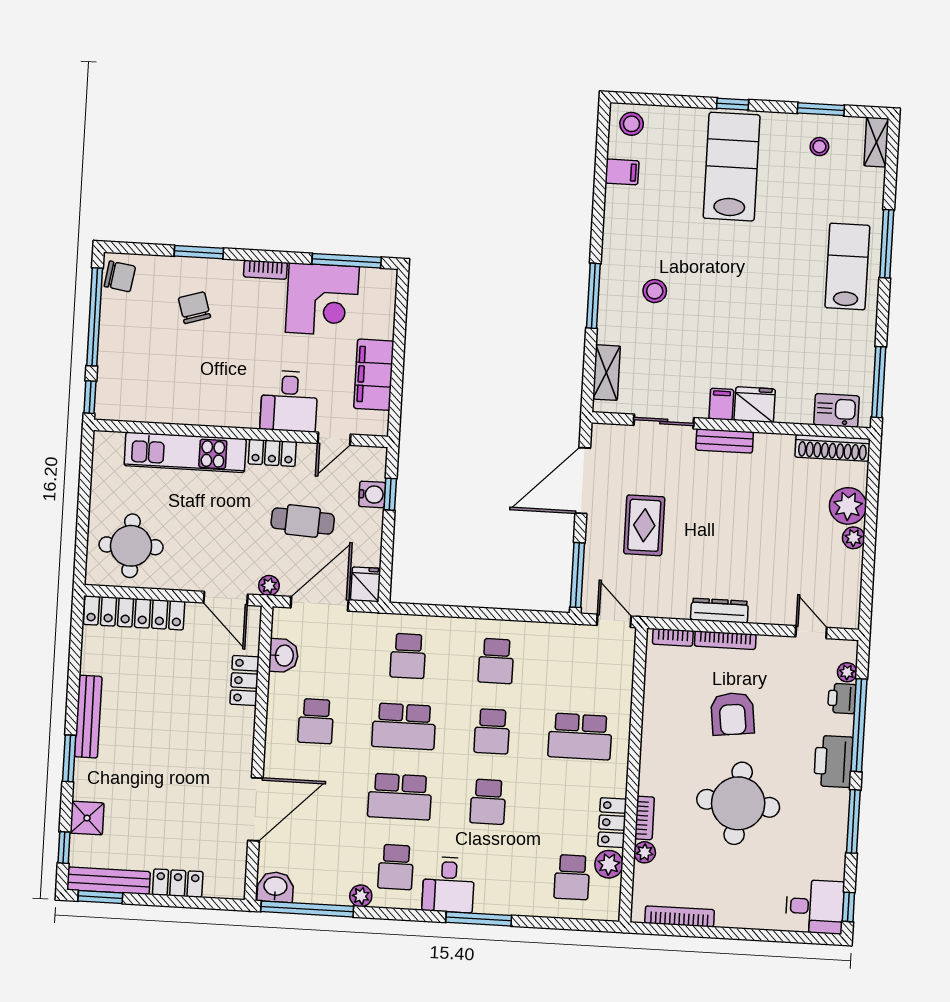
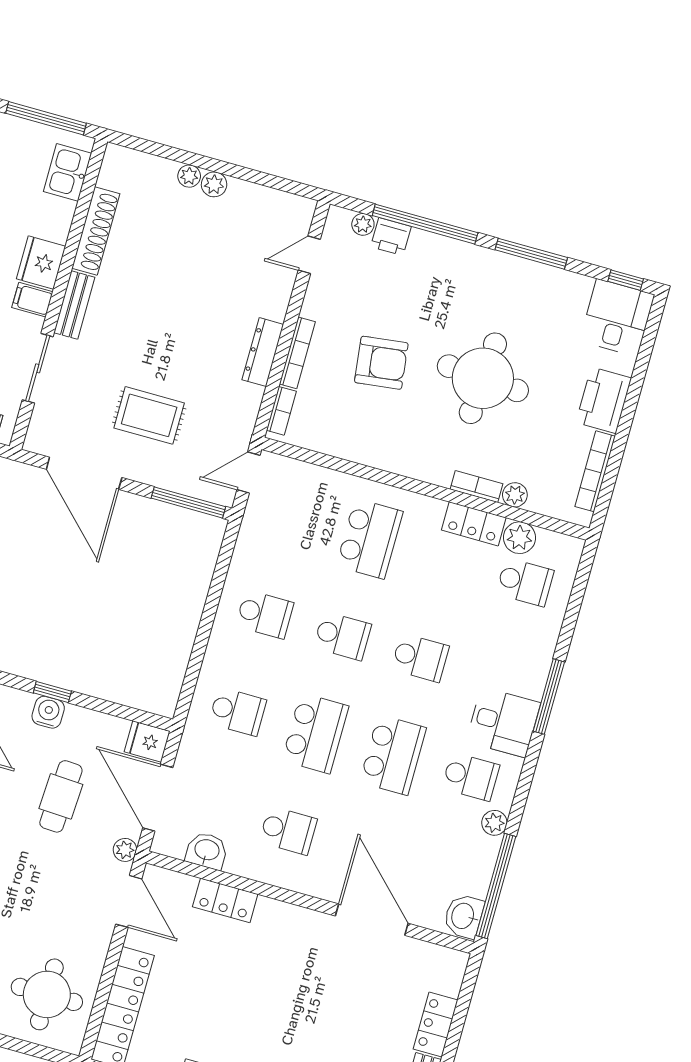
shoe rack: (833, 448) -> (96, 231), moved
plant: (848, 506) -> (189, 176), width x0.53, depth x0.53
door: (226, 598) -> (129, 901), hinge flipped
printer: (833, 761) -> (604, 400), moved, turned 90

